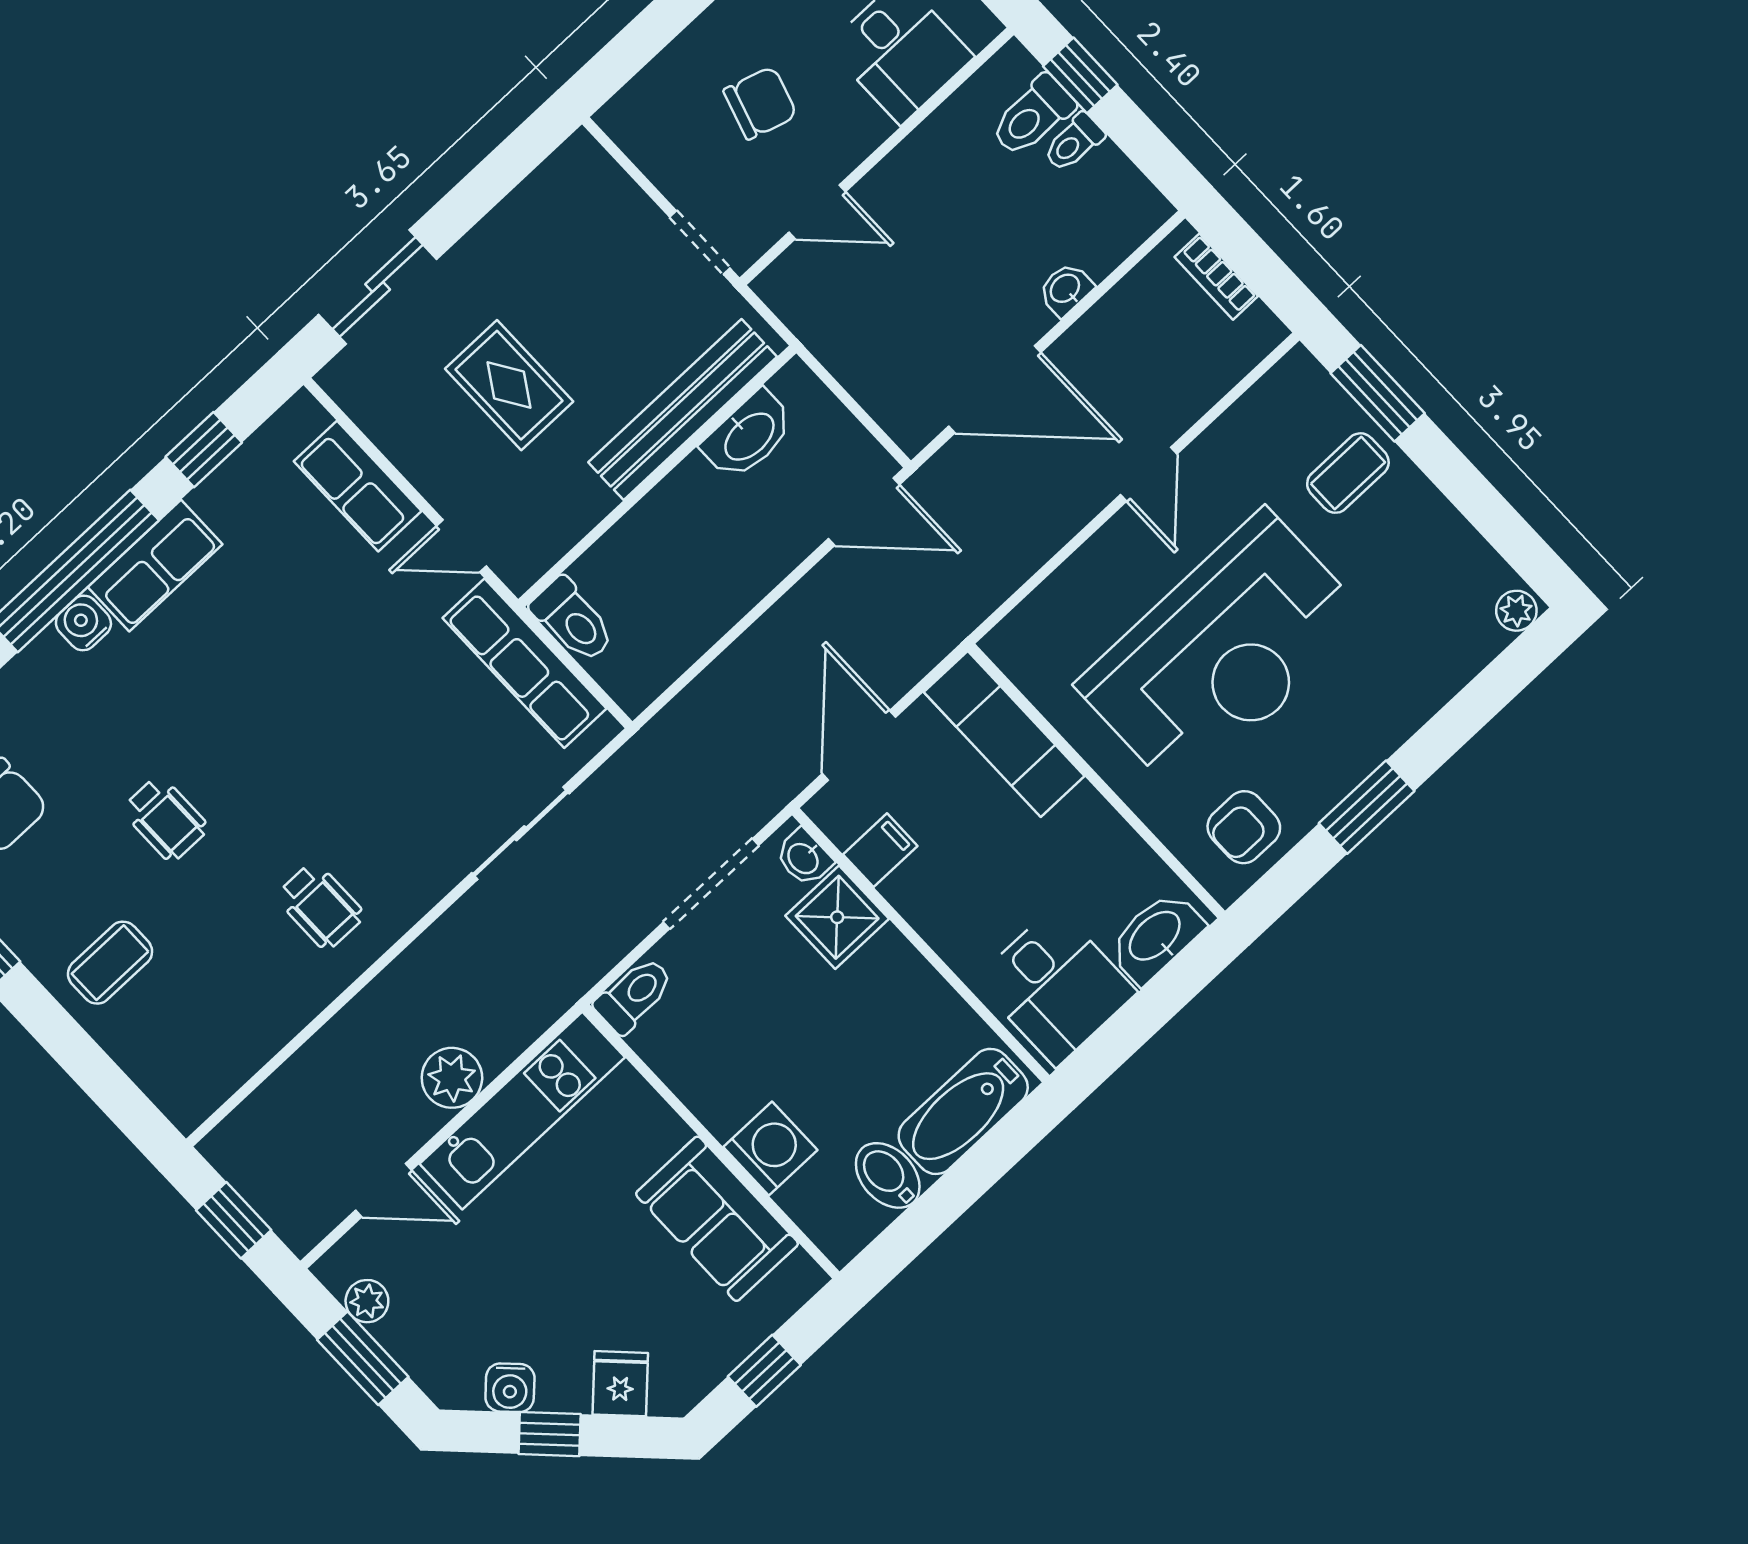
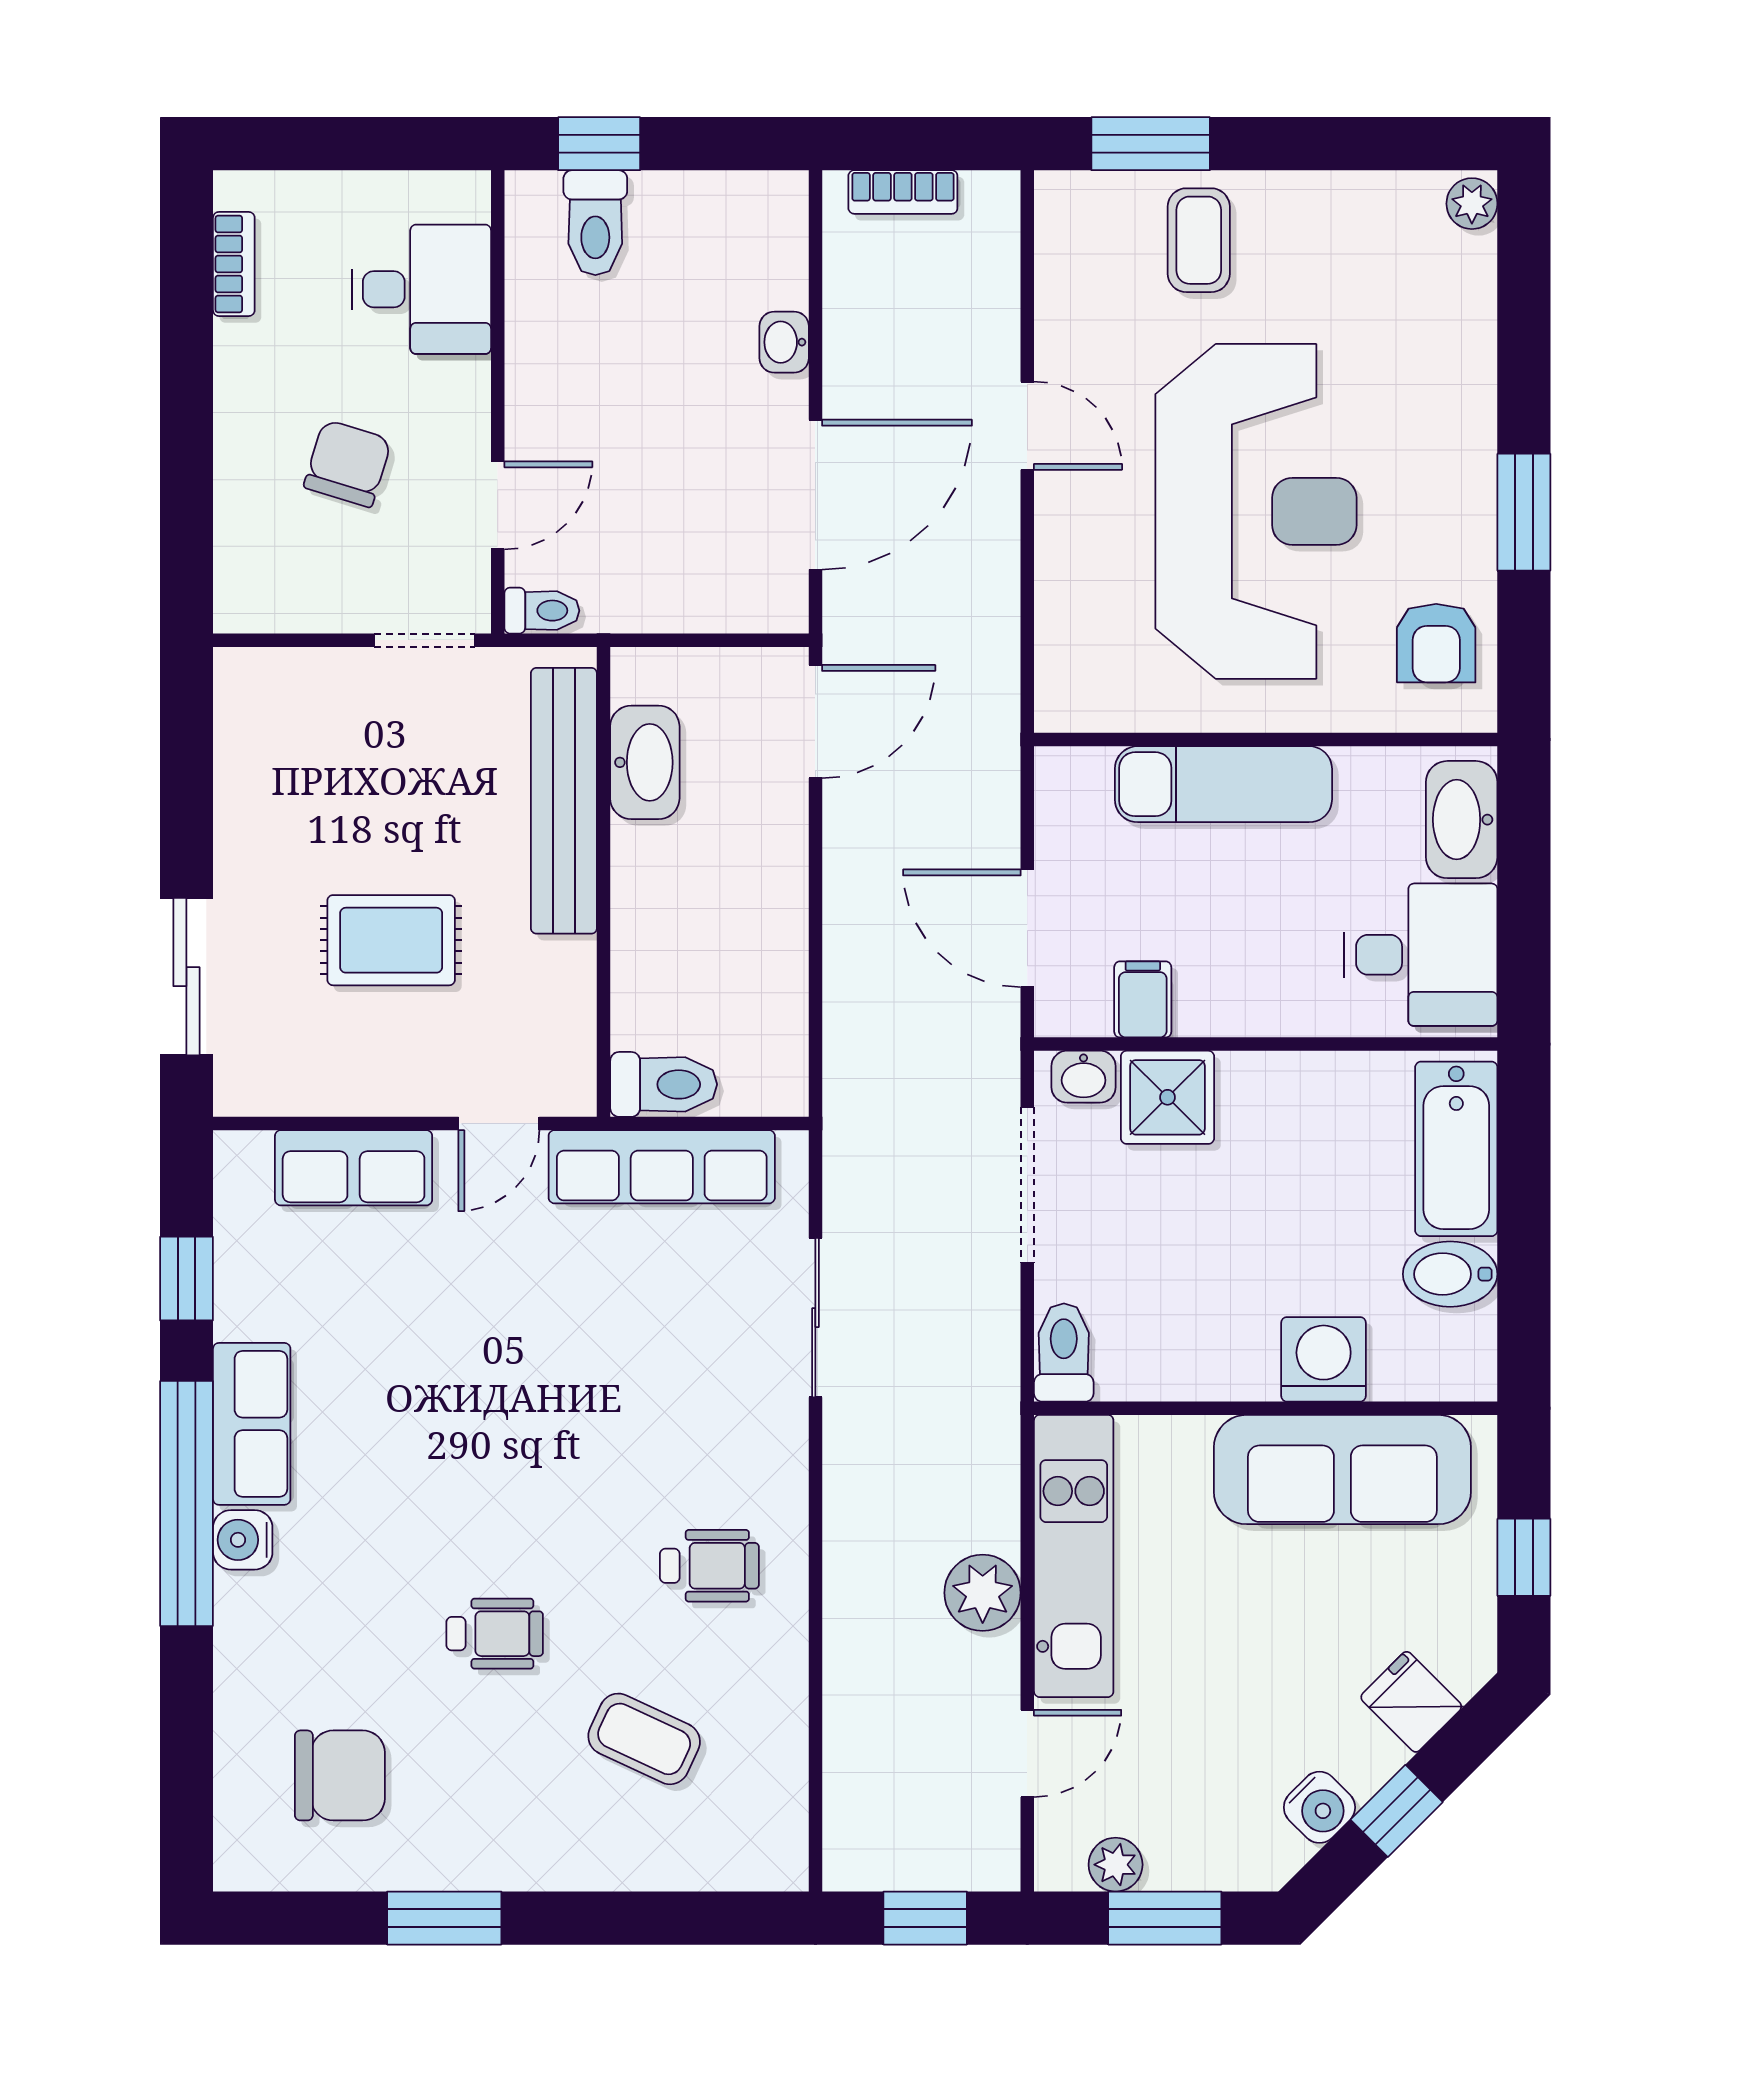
toilet: (1074, 142) -> (542, 611), moved, turned -90
exam couch: (1004, 734) -> (1223, 784), moved
coffee table: (110, 963) -> (644, 1739), moved, turned -65
sofa: (717, 1219) -> (1342, 1470), width x1.36

